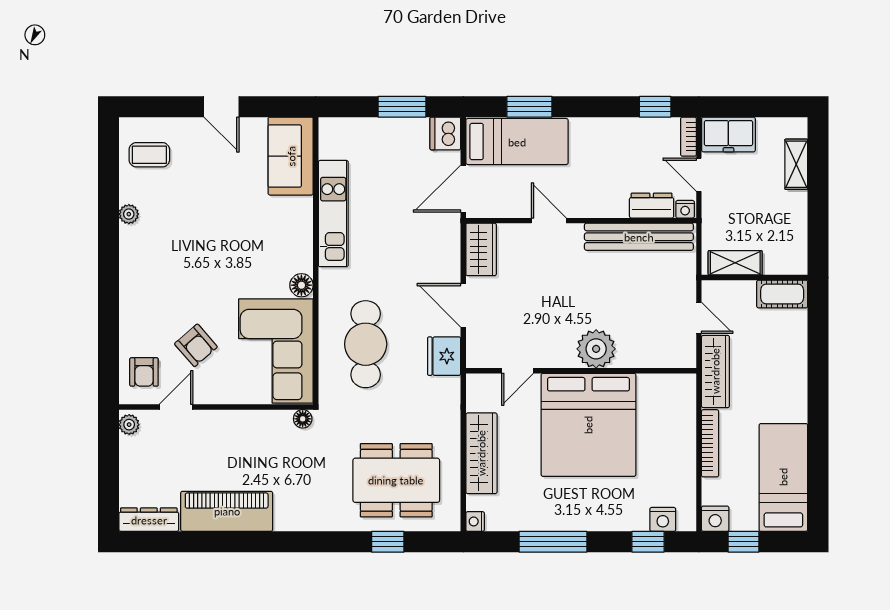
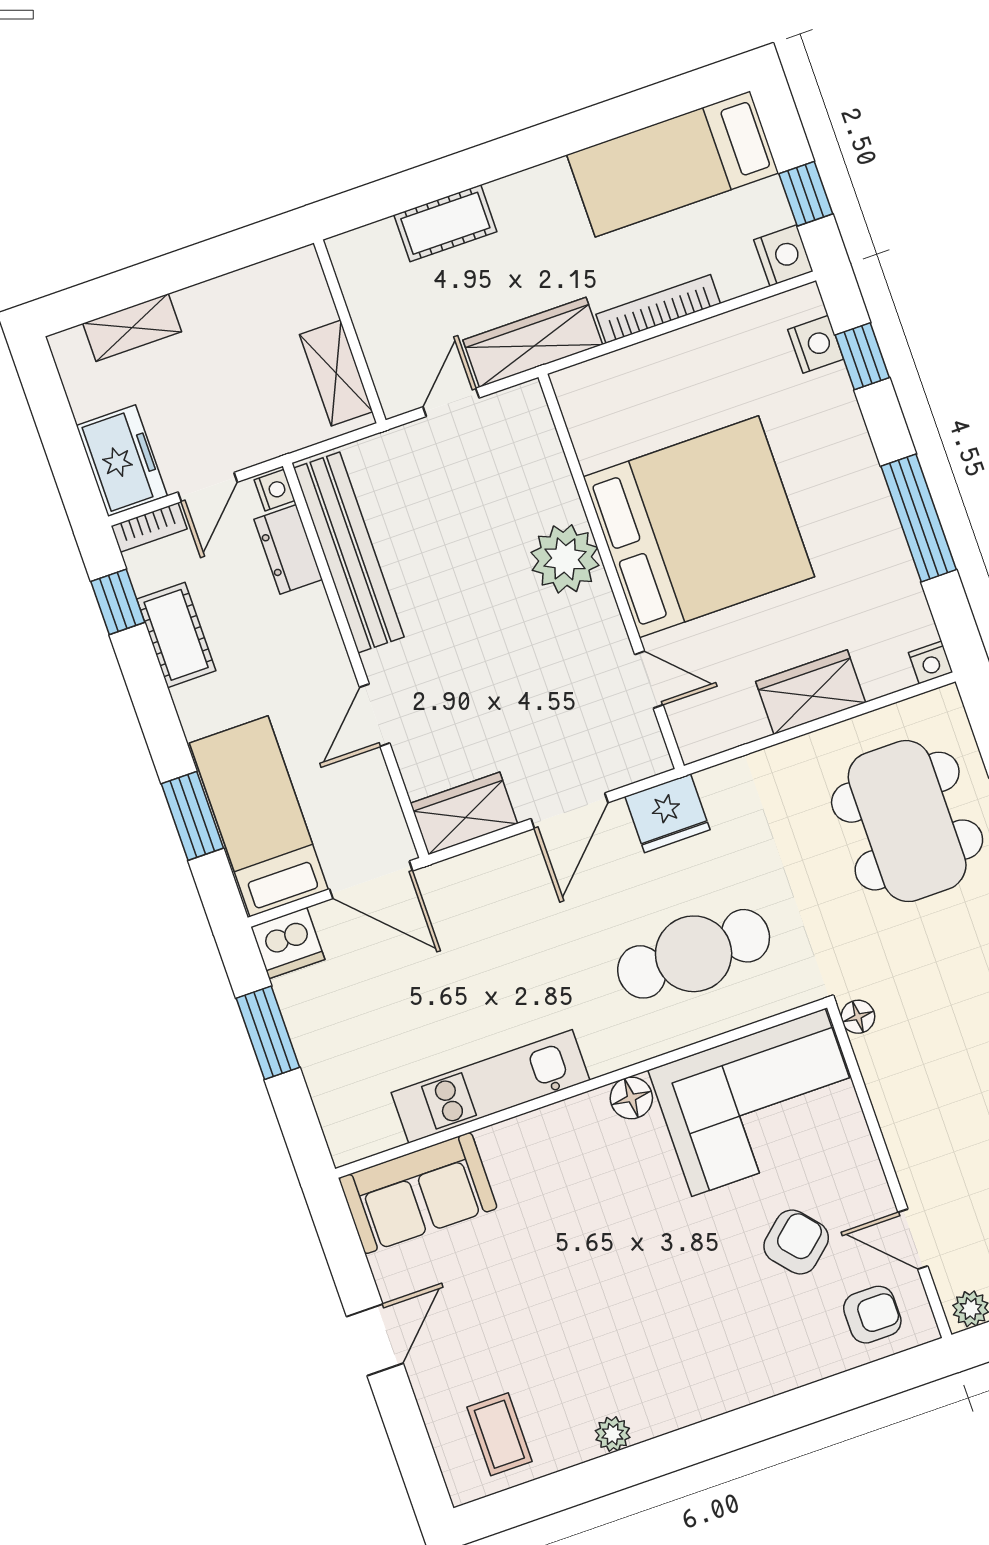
cot: (627, 131) -> (176, 635), added
cot: (782, 294) -> (445, 223), moved, turned 90
wardrobe: (481, 453) -> (811, 692), width x0.67

